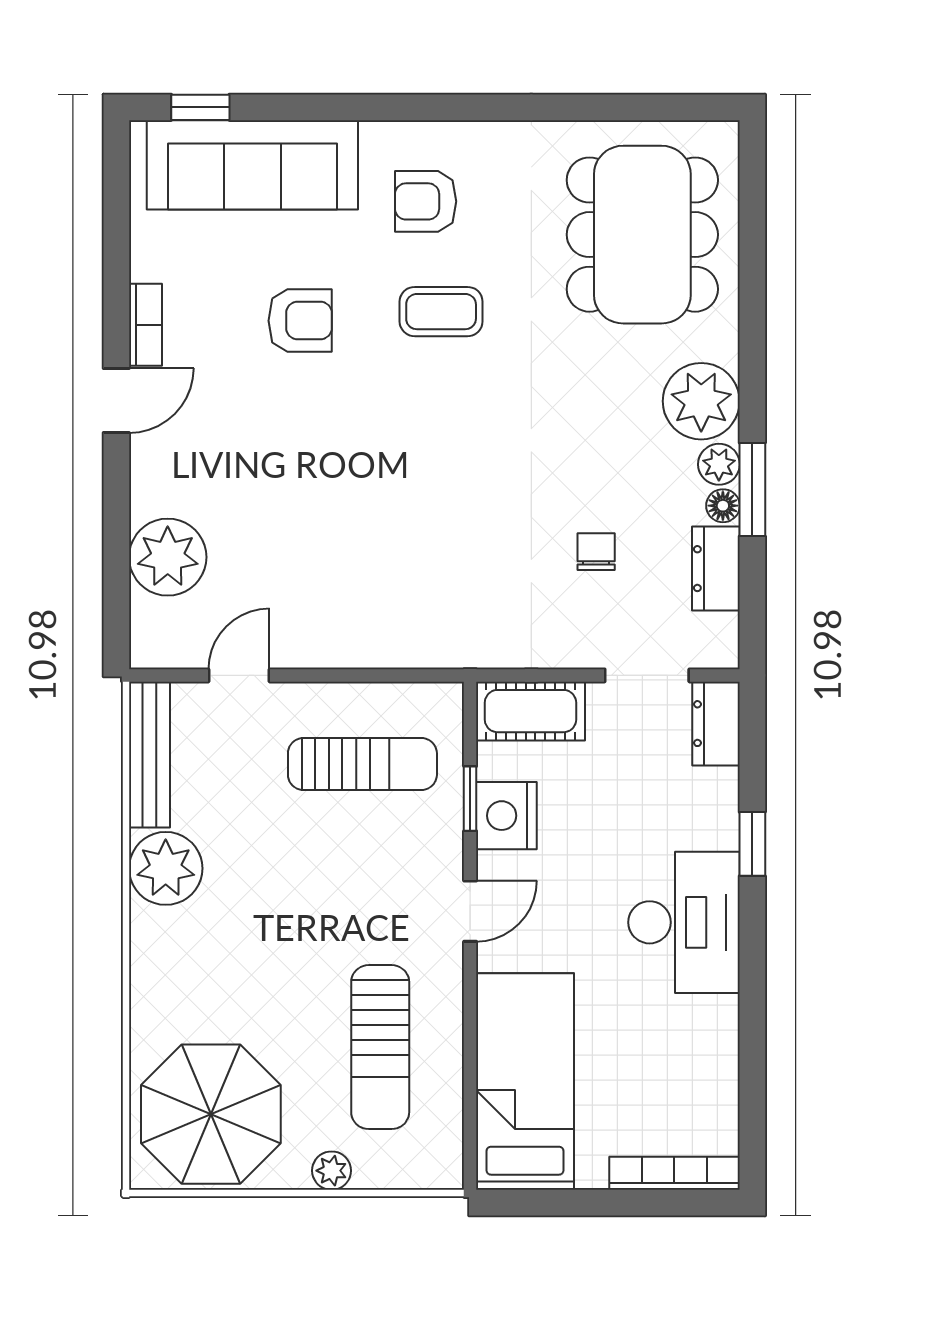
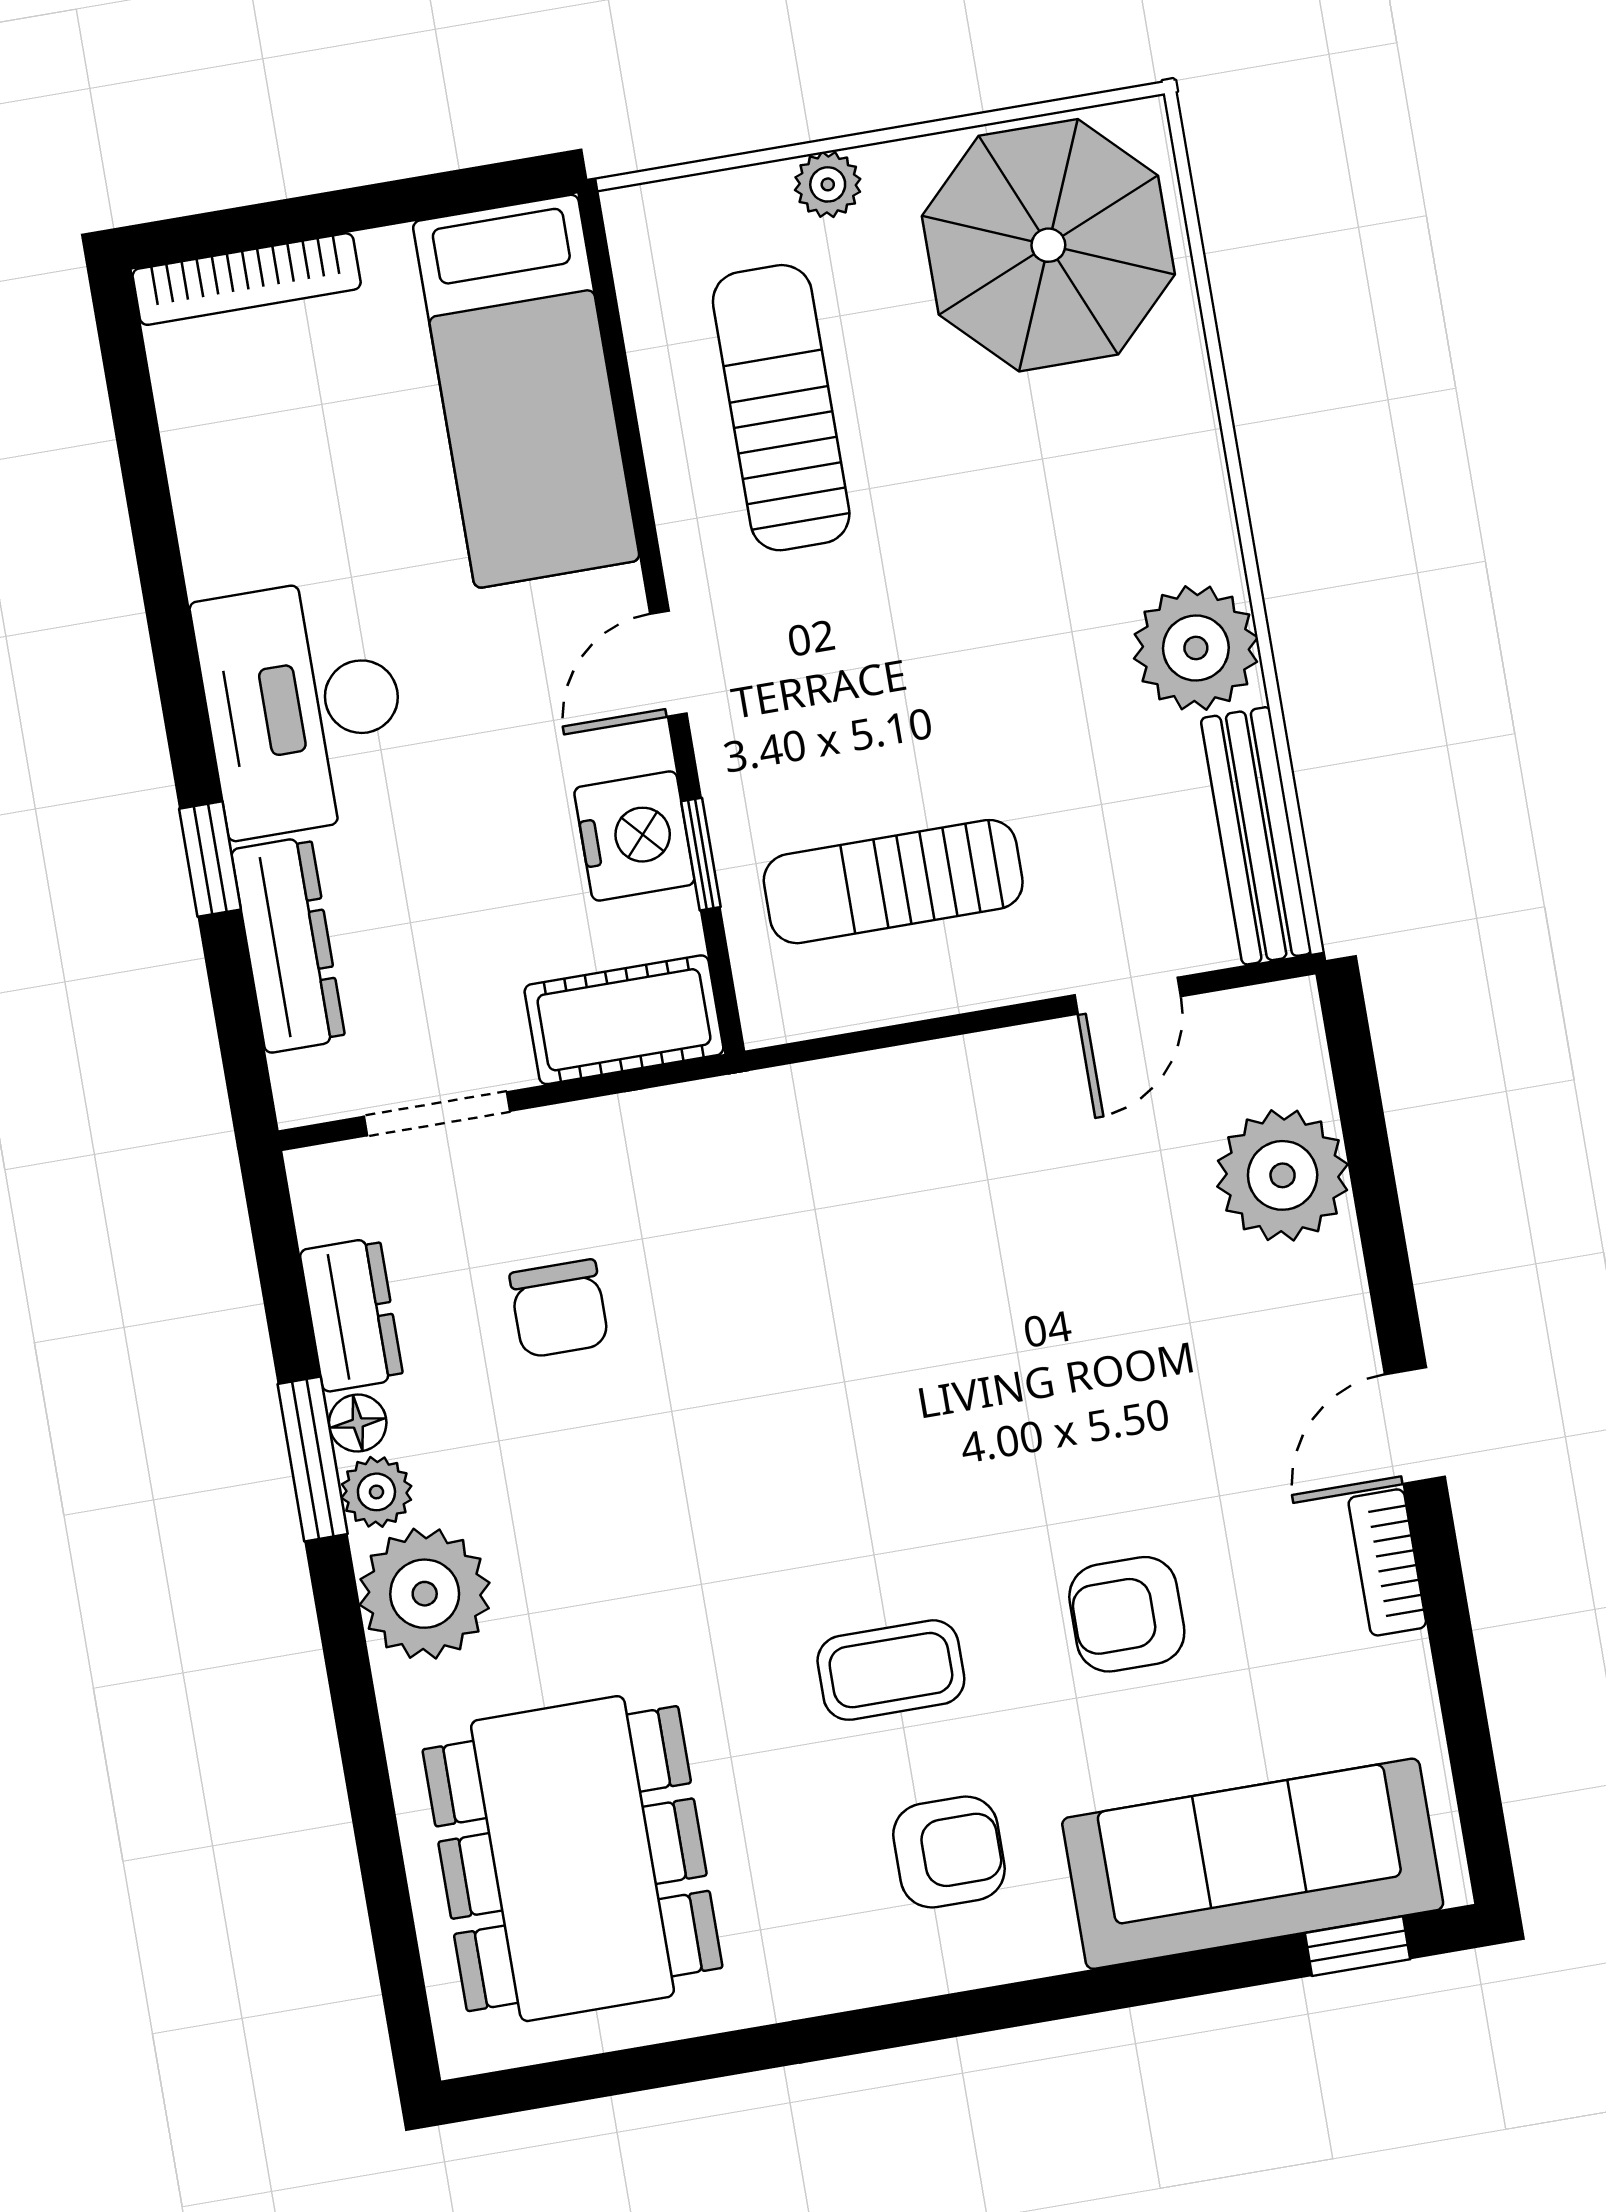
chair: (596, 552) -> (559, 1309), width x1.37, depth x1.37
dresser: (716, 724) -> (288, 945), moved, width x1.44

